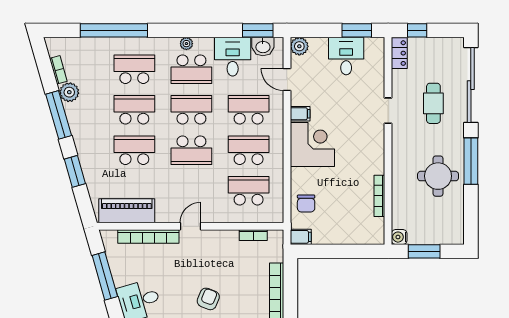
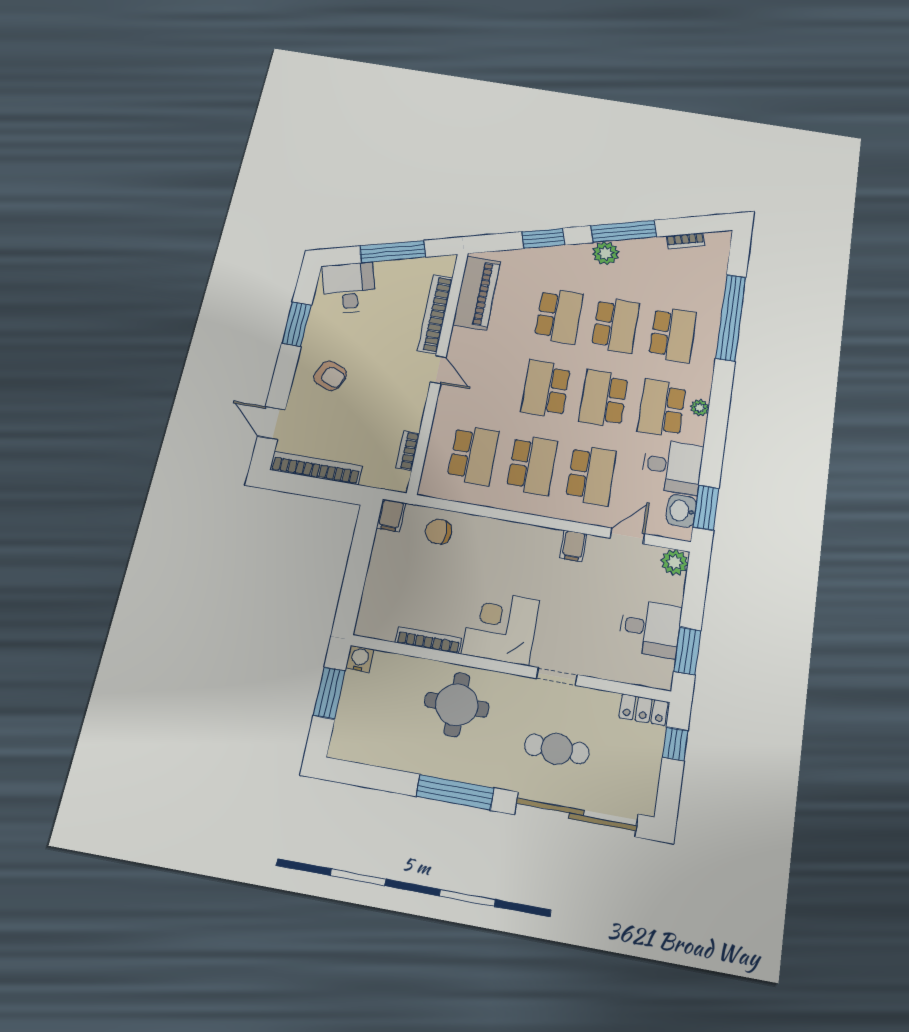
plant: (69, 92) -> (606, 253), moved
school desk: (191, 110) -> (604, 399), turned 180
corner desk: (312, 144) -> (501, 627), moved, turned 180
round table: (438, 176) -> (457, 705), moved

